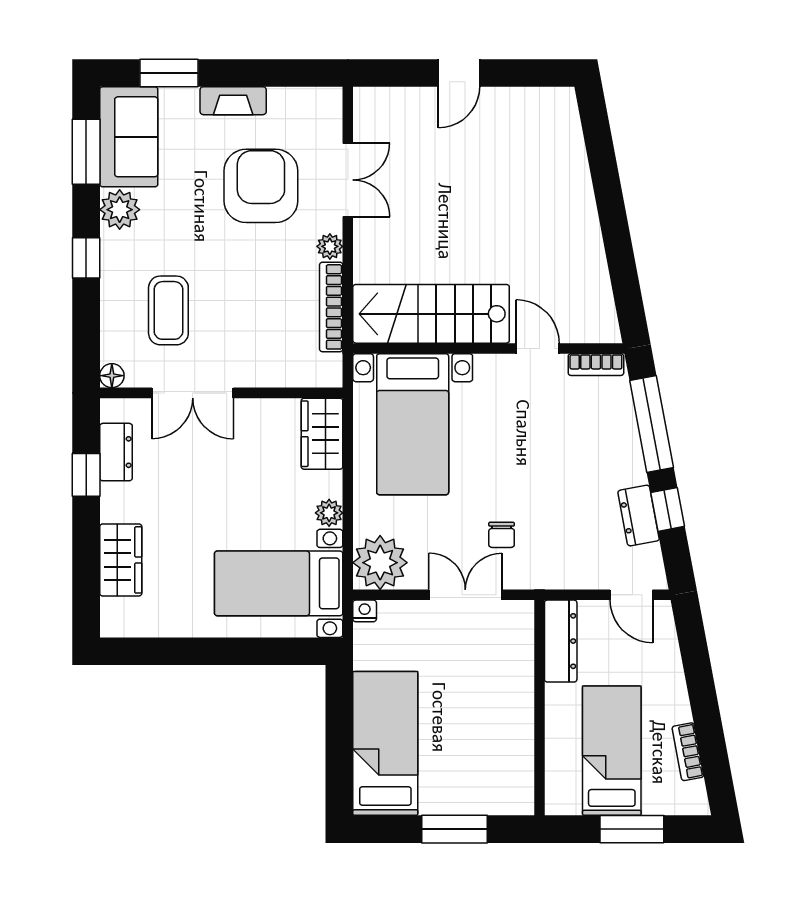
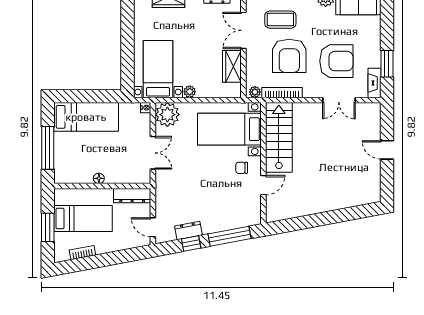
window: (169, 73) -> (387, 64), moved
fireplace: (233, 101) -> (374, 83), moved
plant: (330, 246) -> (255, 92), moved
armchair: (249, 291) -> (289, 56), added
bookcase: (596, 365) -> (256, 211), removed
wardrobe: (322, 434) -> (232, 66), moved, turned -90
chair: (502, 535) -> (242, 168), moved
door: (631, 595) -> (153, 227), hinge flipped
floor lamp: (522, 715) -> (99, 178), added
window: (455, 829) -> (48, 148), width x1.44

